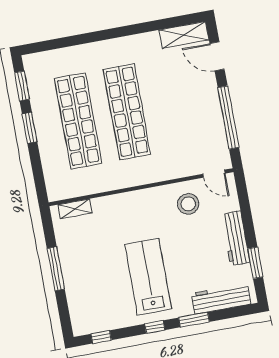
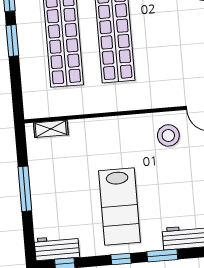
lab bench: (148, 277) -> (119, 206), turned 180
workbench: (92, 322) -> (57, 248), added

